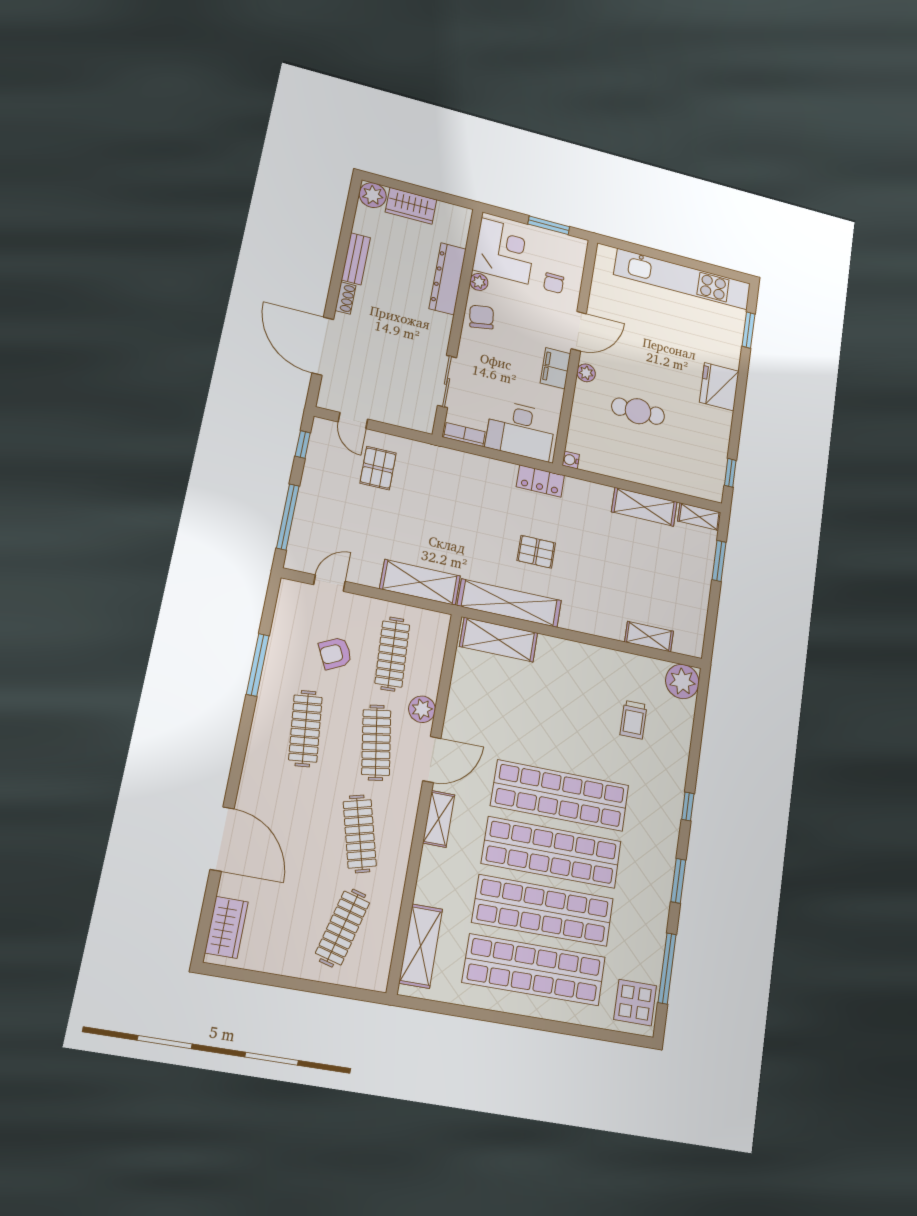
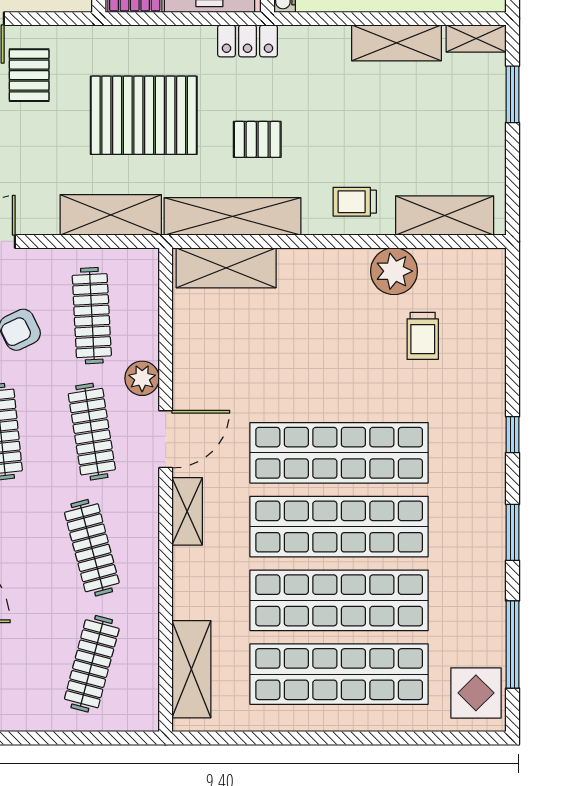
pallet: (457, 516) -> (144, 115), added
trolley: (599, 612) -> (355, 202), added
shelving: (649, 637) -> (445, 215), width x1.50, depth x1.33
plant: (682, 681) -> (394, 271), moved

